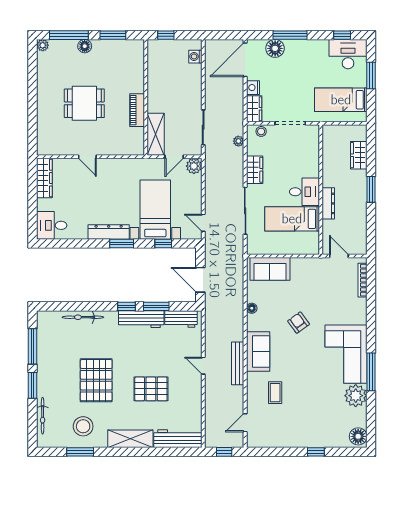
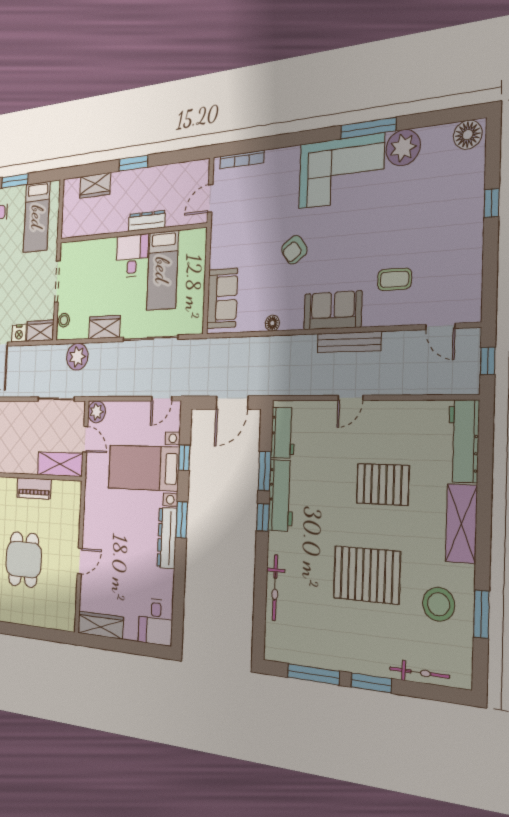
plant: (238, 141) -> (77, 357), width x1.88, depth x1.88
pallet: (151, 389) -> (383, 484), turned 90

